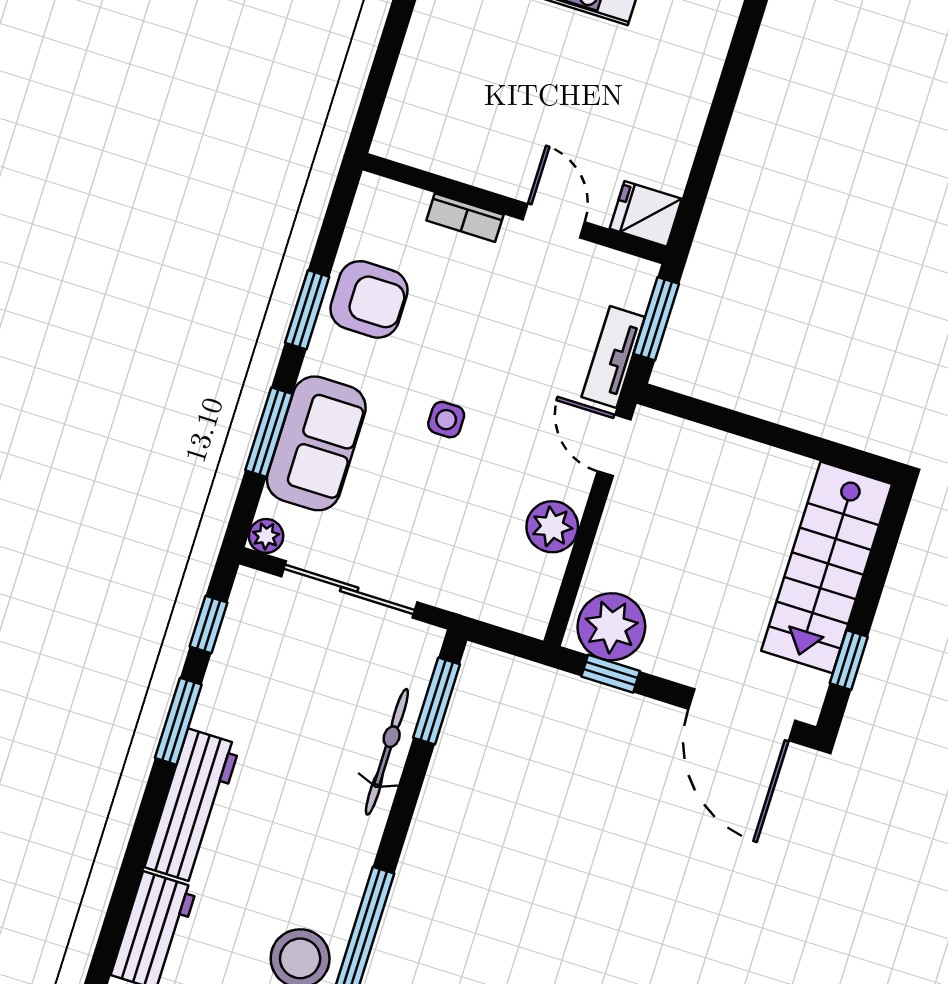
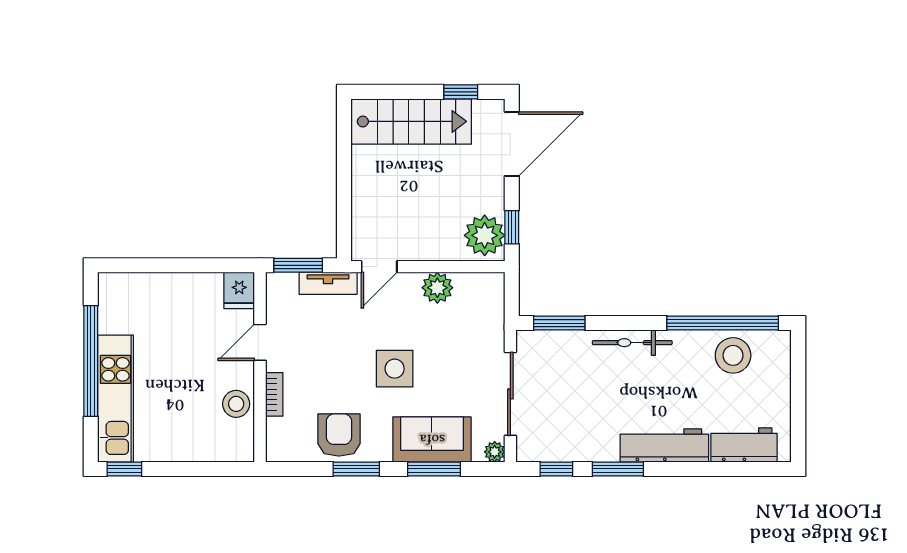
stool: (469, 153) -> (236, 404), added
side table: (446, 420) -> (395, 369), width x1.87, depth x1.87
bicycle: (387, 752) -> (632, 343), moved

